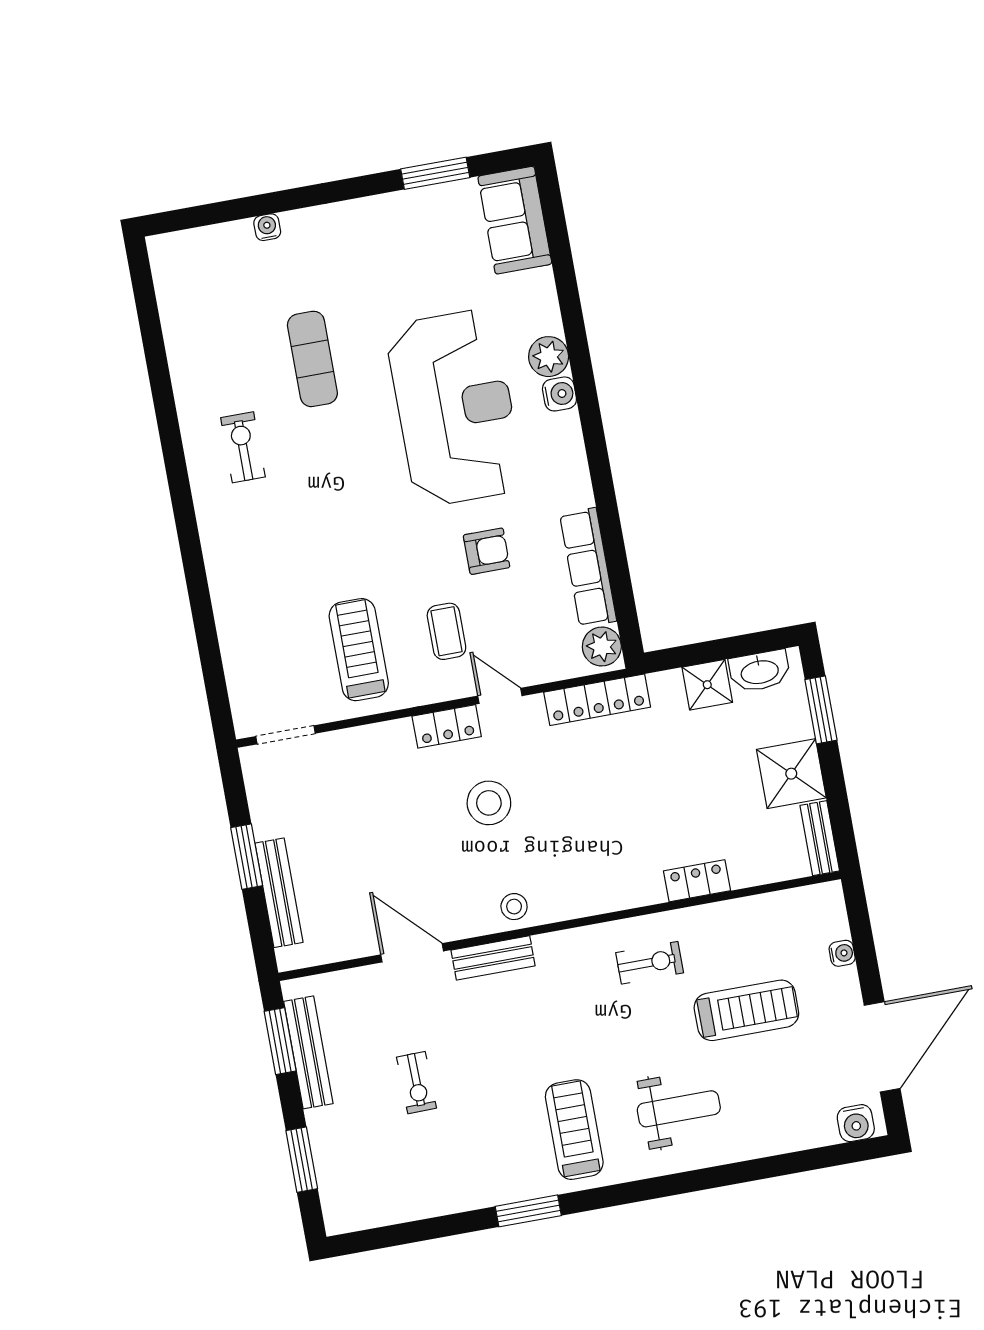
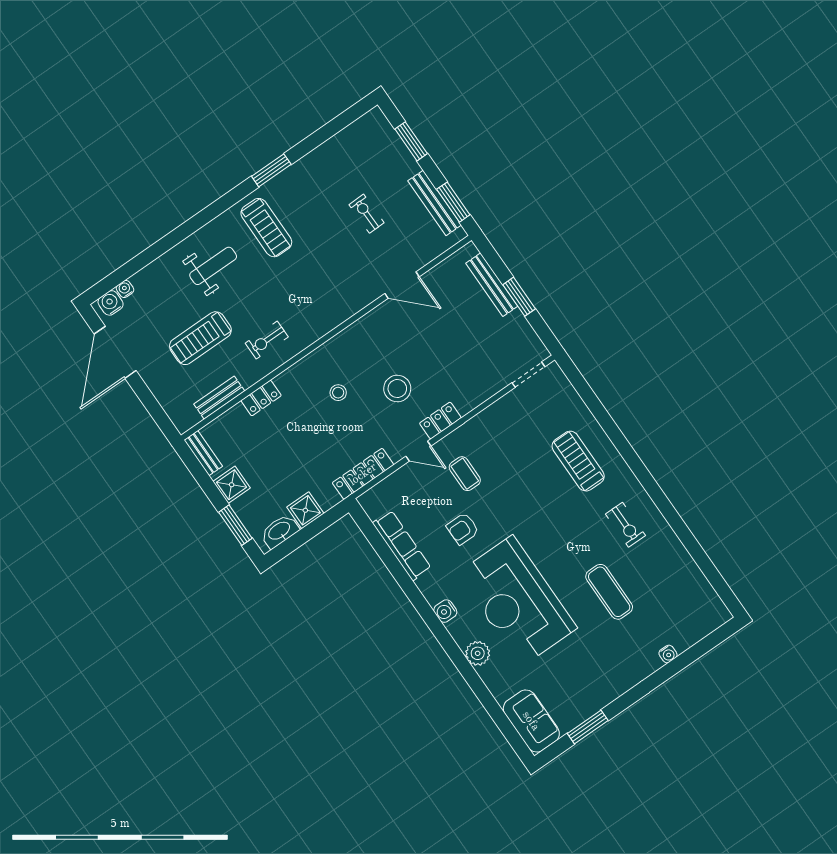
water cooler: (559, 394) -> (445, 611), moved
plant: (602, 647) -> (374, 505), removed
treadmill: (359, 650) -> (578, 461), moved, turned 180
shower: (791, 774) -> (232, 485), width x0.73, depth x0.73
stool: (514, 907) -> (338, 393), moved
water cooler: (842, 953) -> (125, 289), moved, turned 90
bench: (493, 958) -> (219, 398), moved
weight bench: (679, 1109) -> (213, 266), turned 180

